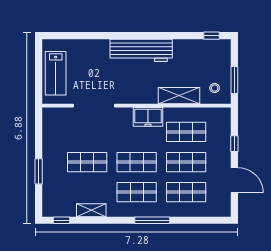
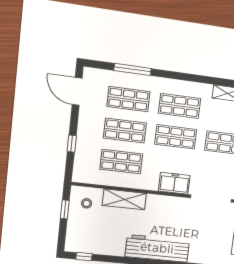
window: (234, 80) -> (65, 209), width x0.67
freezer: (148, 117) -> (174, 183), moved
door: (234, 180) -> (77, 91), moved
window: (152, 220) -> (133, 69), moved

